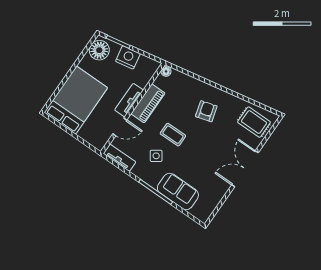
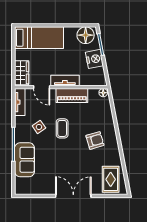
bed: (76, 100) -> (39, 38), width x0.67
wardrobe: (93, 136) -> (22, 73), added

